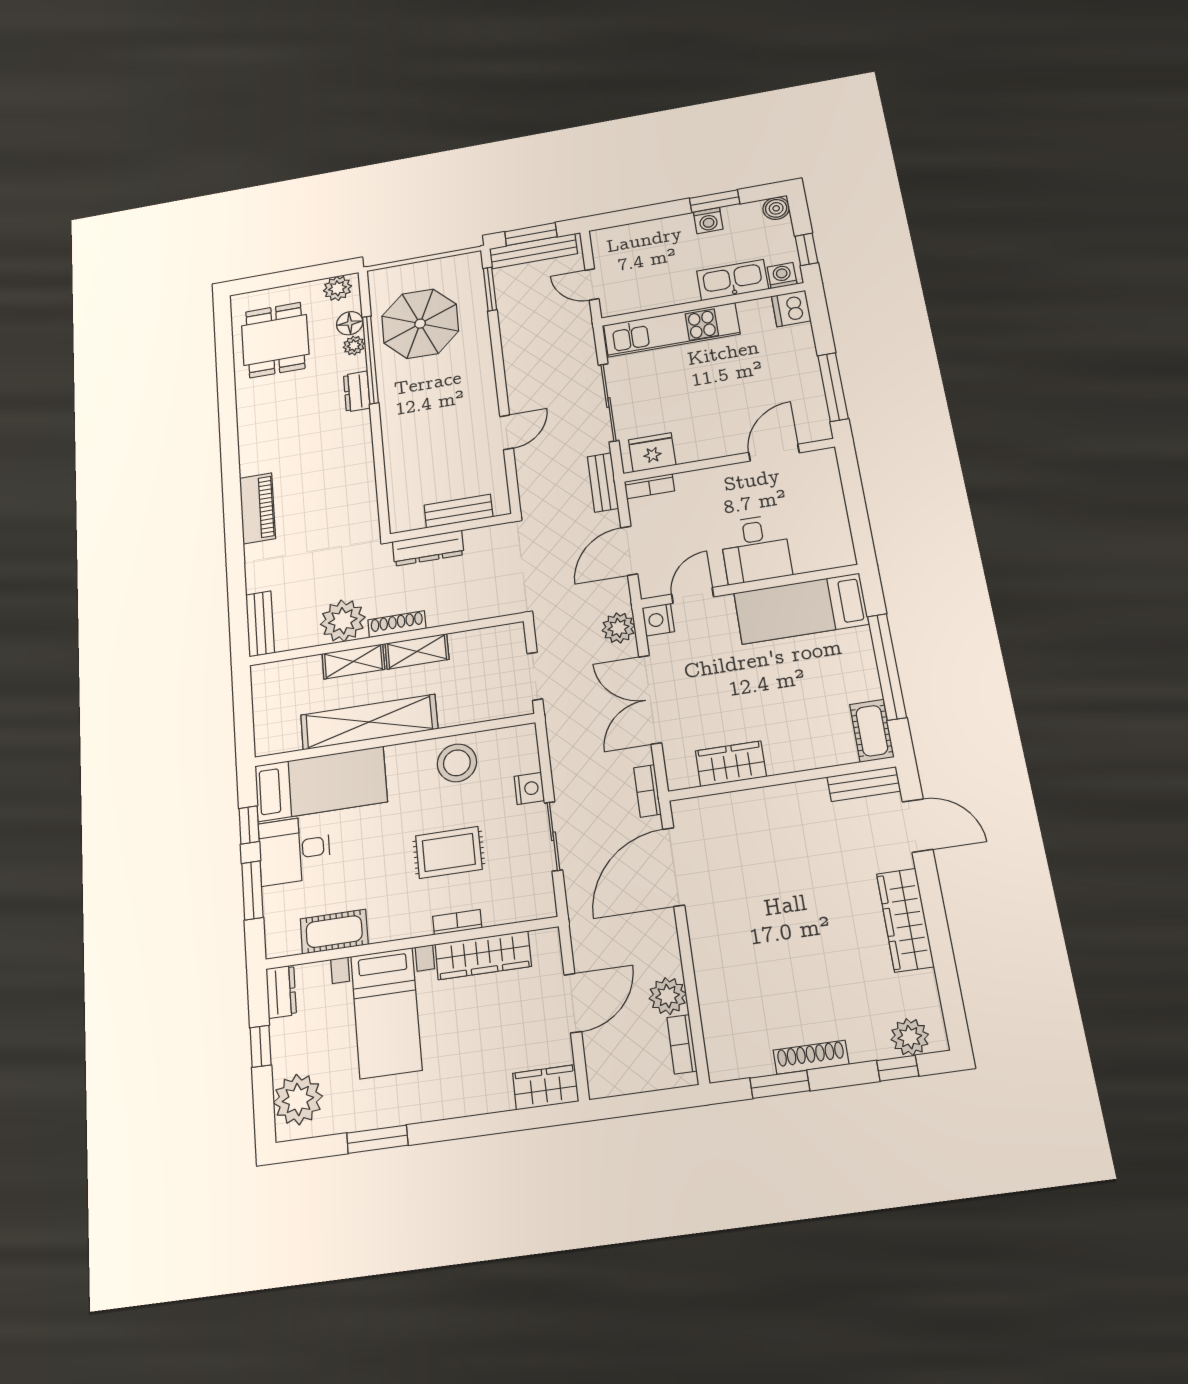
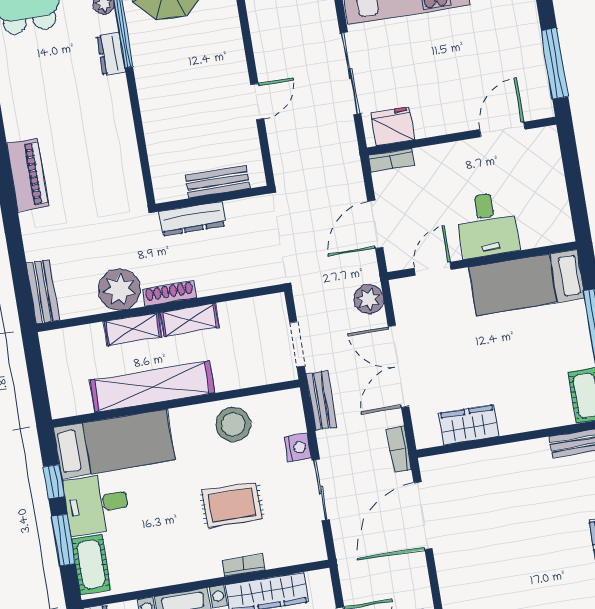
bench: (603, 482) -> (321, 400), moved
nightstand: (658, 620) -> (403, 292), removed
cot: (334, 932) -> (91, 564), moved, turned 90

